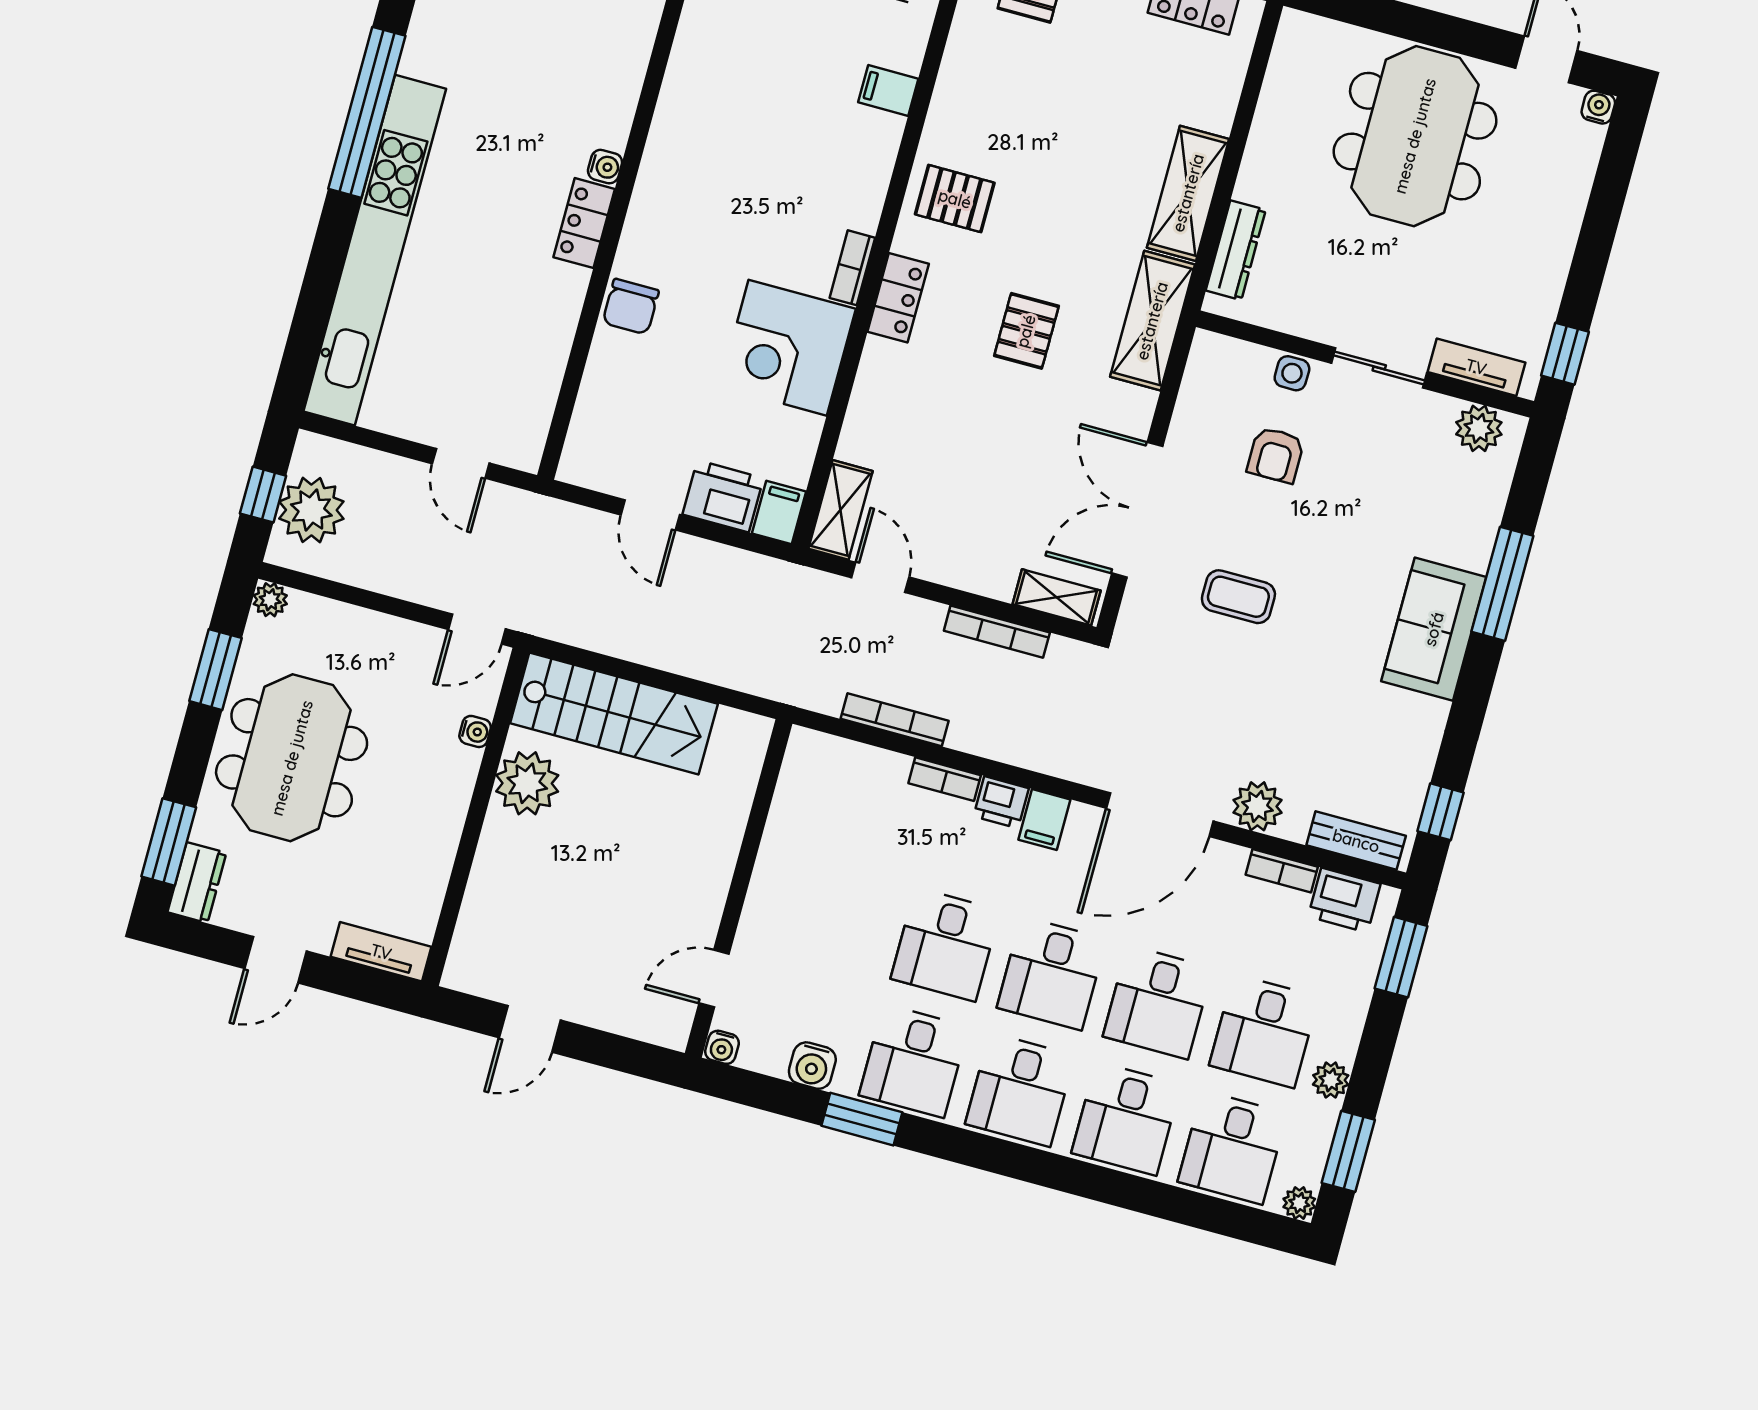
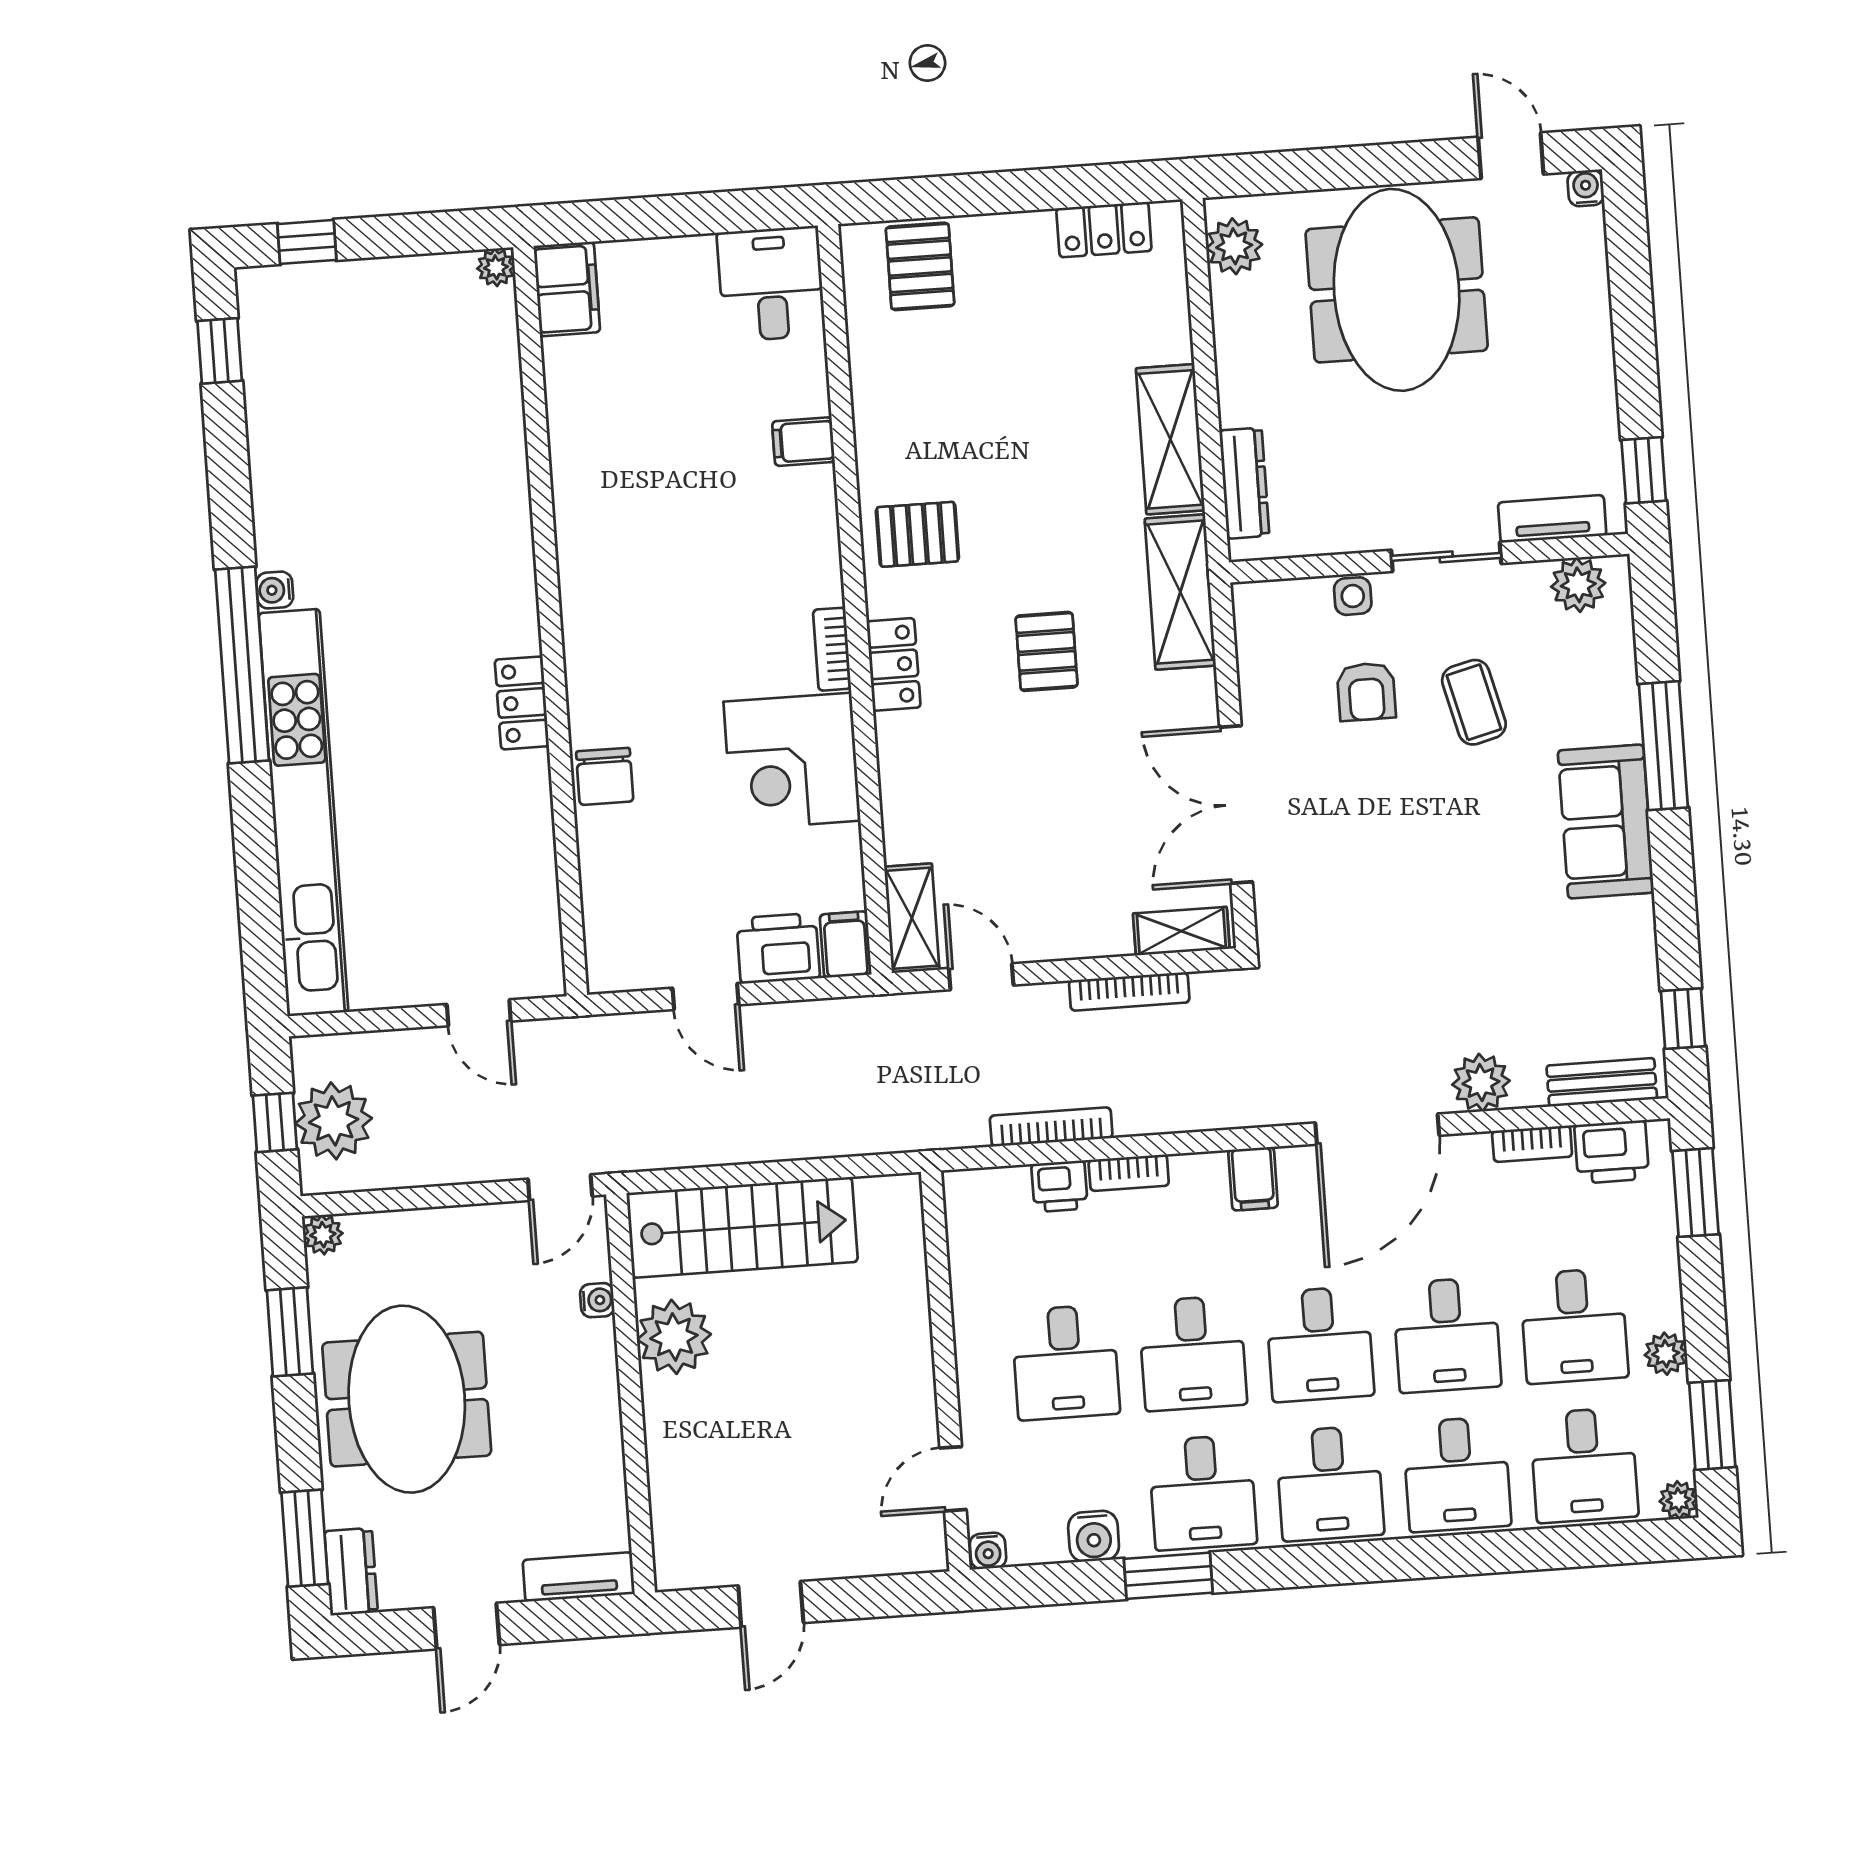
plant: (1295, 54) -> (1234, 246), added
water cooler: (605, 167) -> (275, 590), moved, turned 180
coffee table: (1238, 597) -> (1474, 702), moved, turned 76
printer: (1001, 802) -> (1059, 1186), moved
desk: (839, 916) -> (1066, 1362), added

